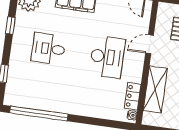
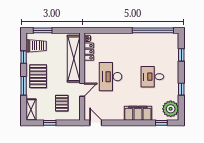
desk: (48, 49) -> (152, 77), turned 180
shelving: (155, 89) -> (74, 59), width x1.47

